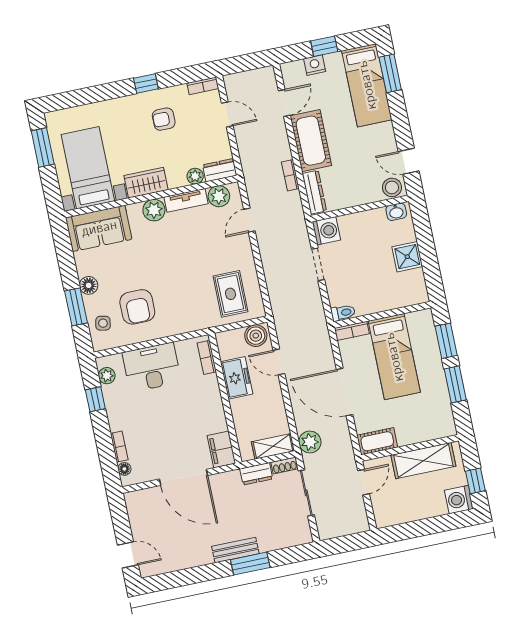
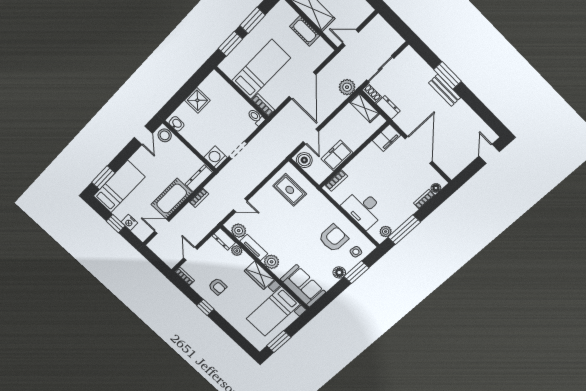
rug: (230, 294) -> (290, 190), turned 90
window: (95, 399) -> (404, 230), width x2.17
cot: (377, 441) -> (305, 31), moved

